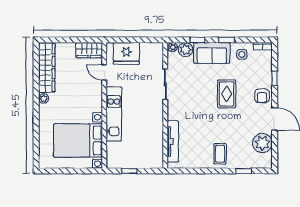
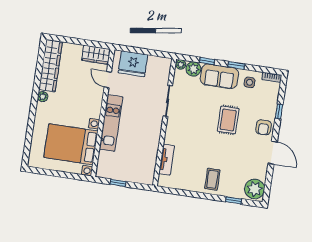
tv unit: (173, 141) -> (167, 160), width x0.71
plant: (262, 143) -> (255, 189), moved

